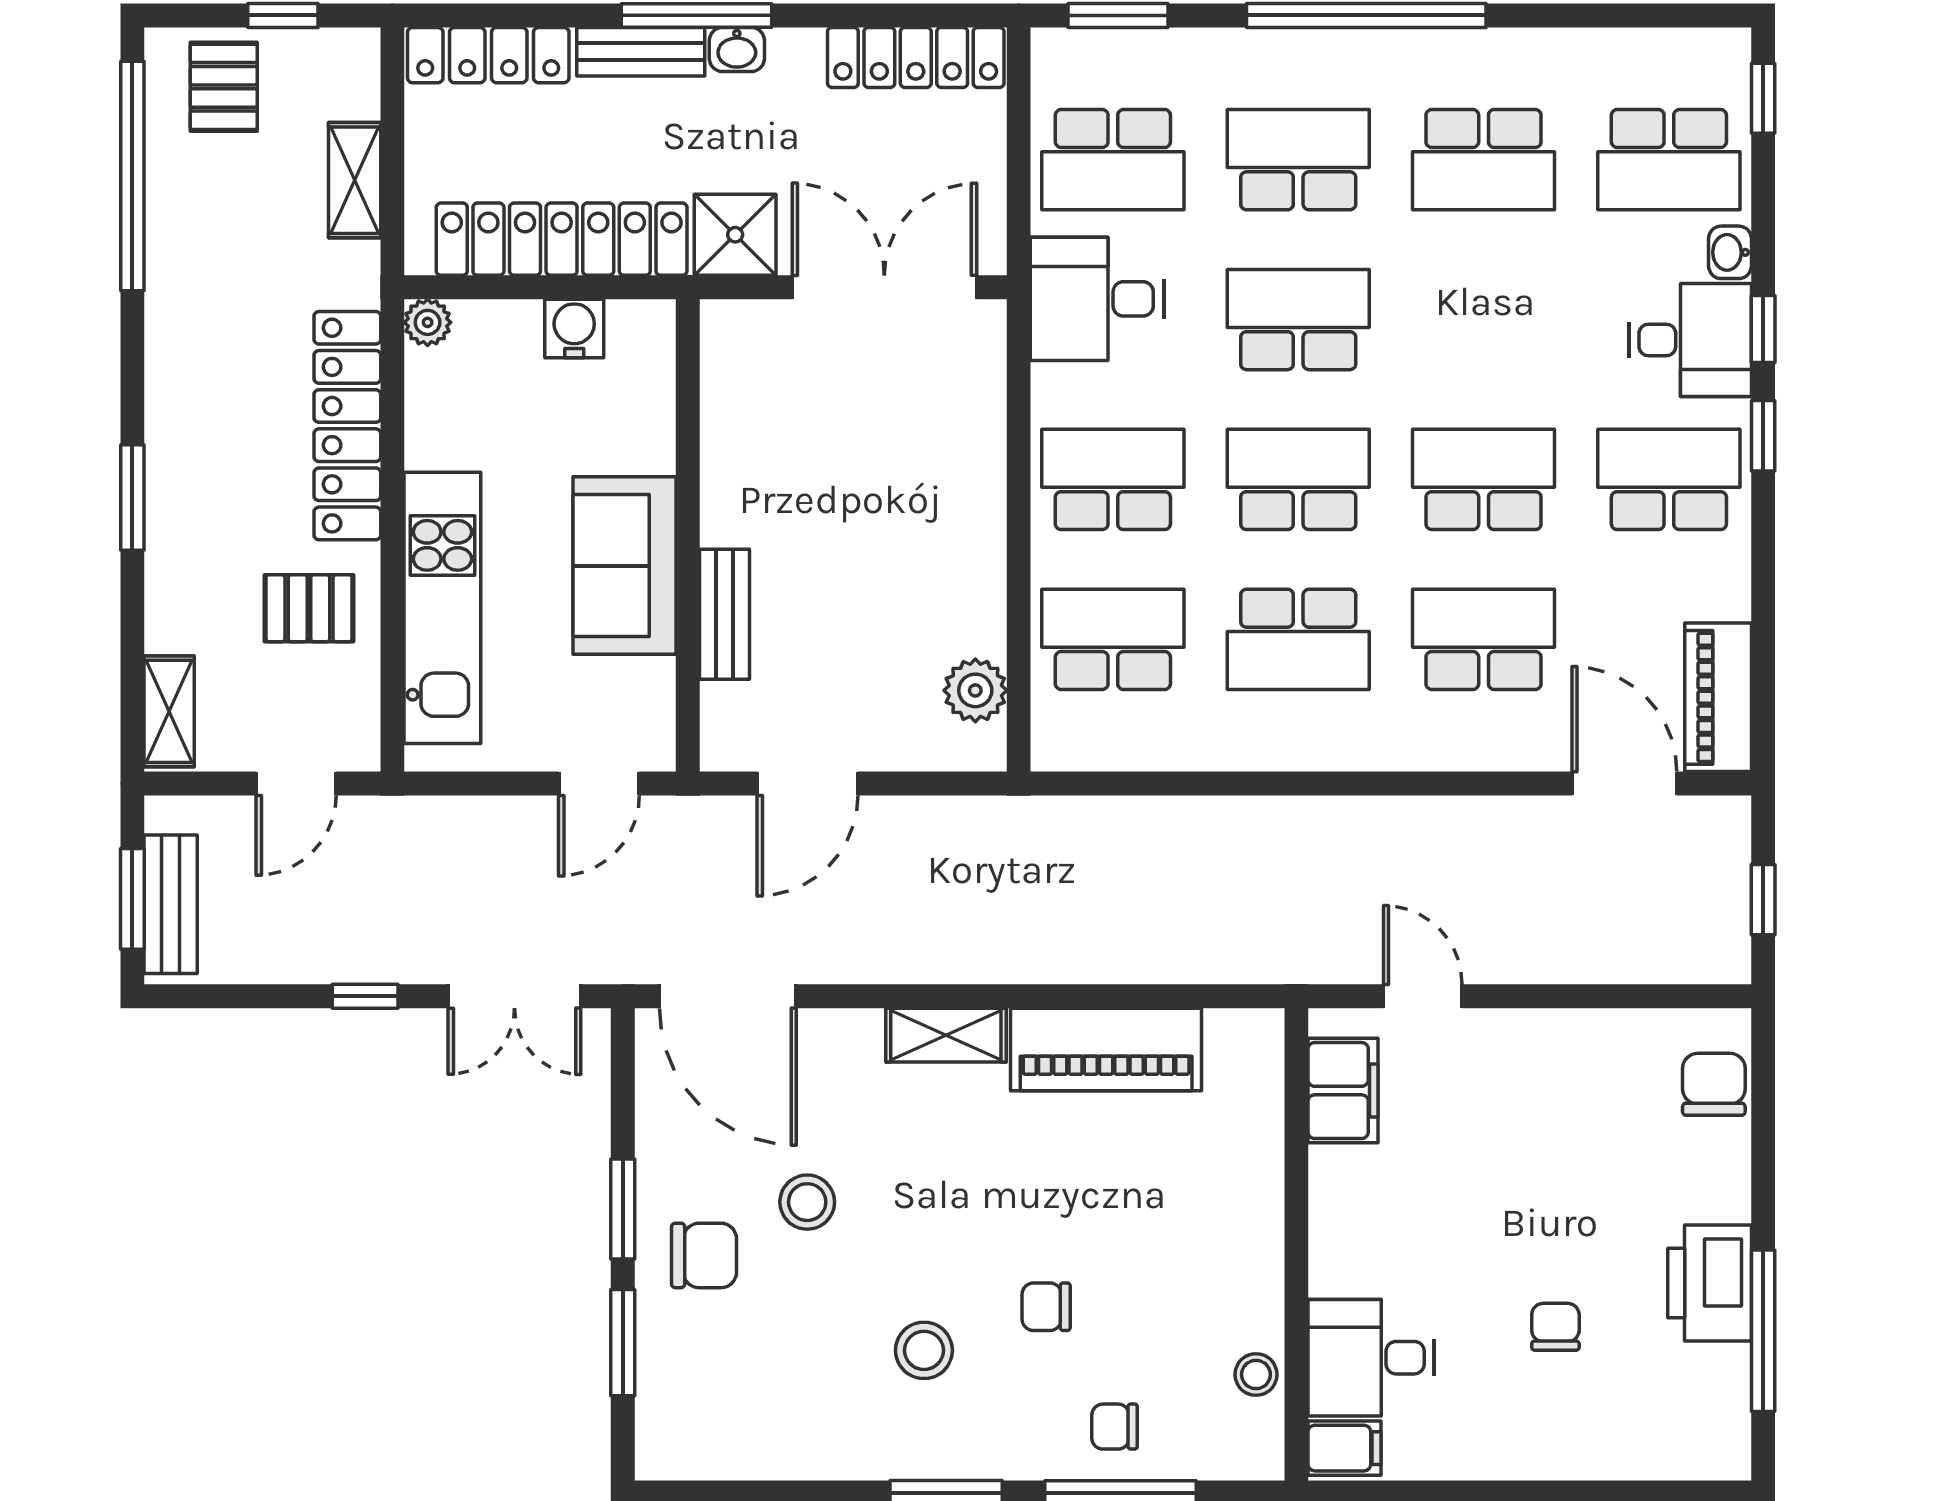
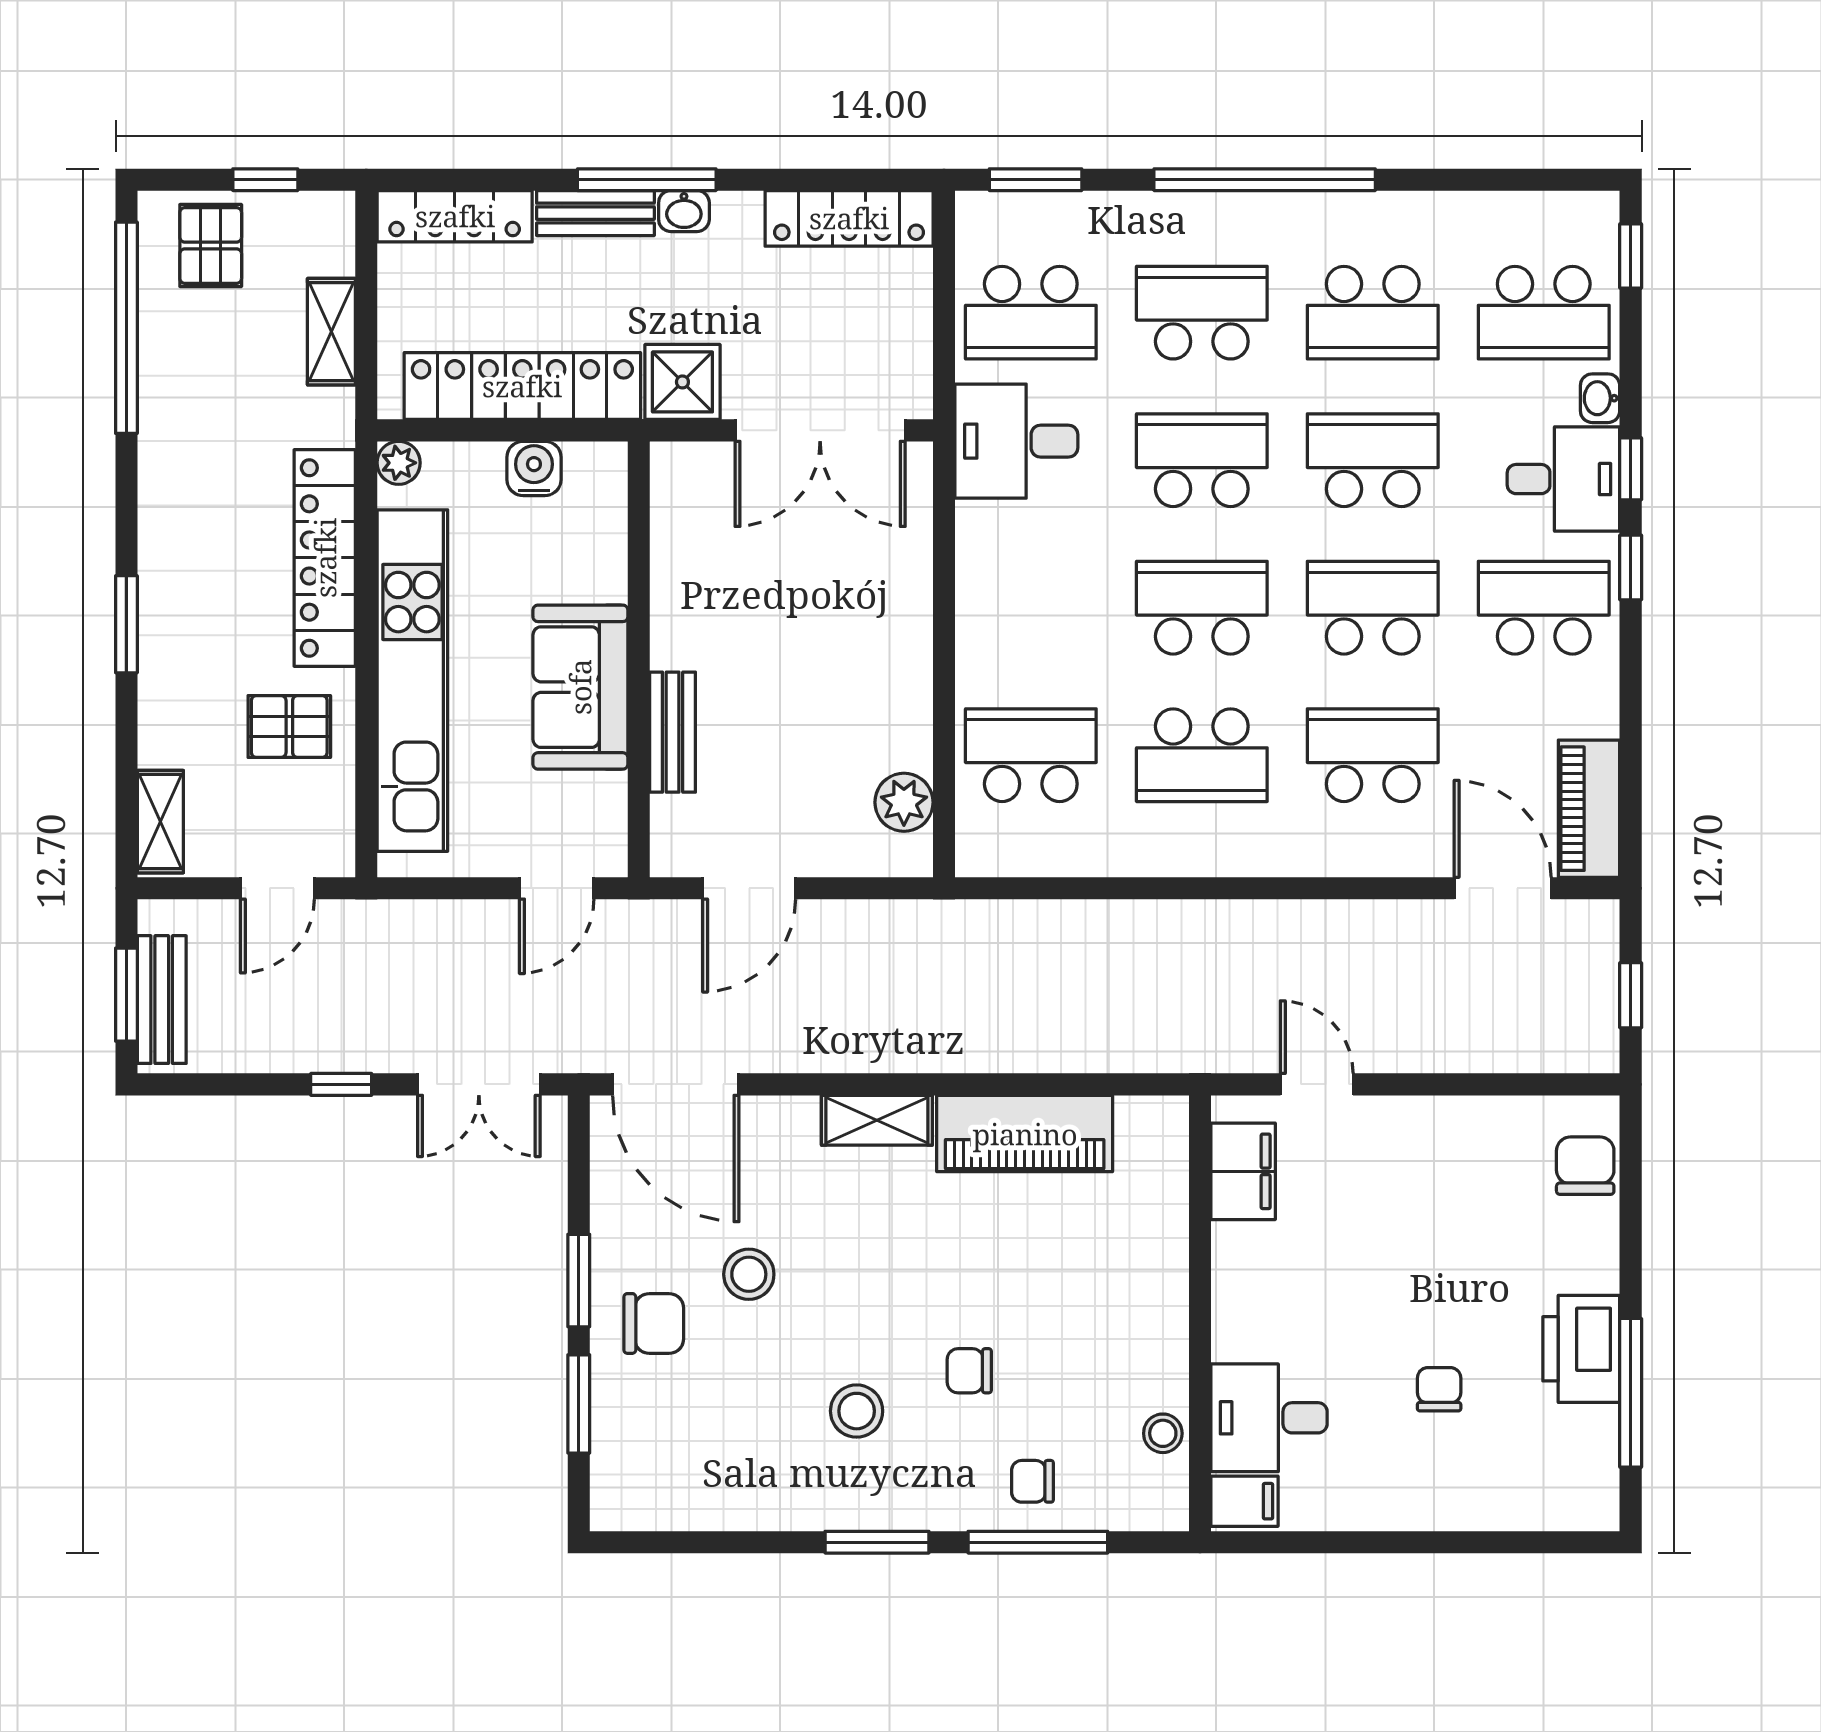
double door: (884, 287) -> (820, 430), swing flipped
school desk: (1113, 479) -> (1373, 460), moved
kitchen unit: (442, 608) -> (412, 681), width x1.36

